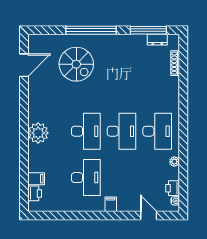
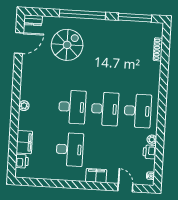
dresser: (157, 40) -> (33, 20), moved
spiral stairs: (76, 64) -> (67, 45), turned -90
plant: (38, 133) -> (24, 106), width x0.53, depth x0.53
filing cabinet: (36, 179) -> (24, 142), width x2.00
printer: (173, 188) -> (150, 152), moved
filing cabinet: (111, 204) -> (96, 176), width x2.00

